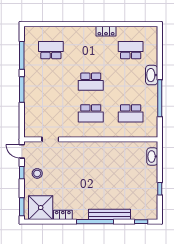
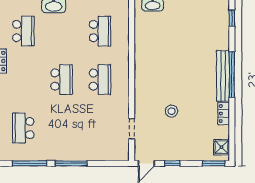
school desk: (131, 50) -> (23, 31), turned 180
stool: (37, 173) -> (172, 111), moved
shower: (41, 208) -> (221, 147), width x0.54, depth x0.54
bench: (110, 214) -> (223, 76), moved

